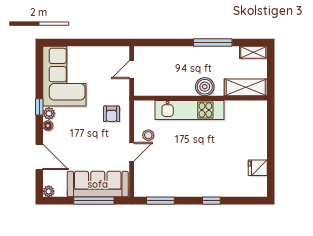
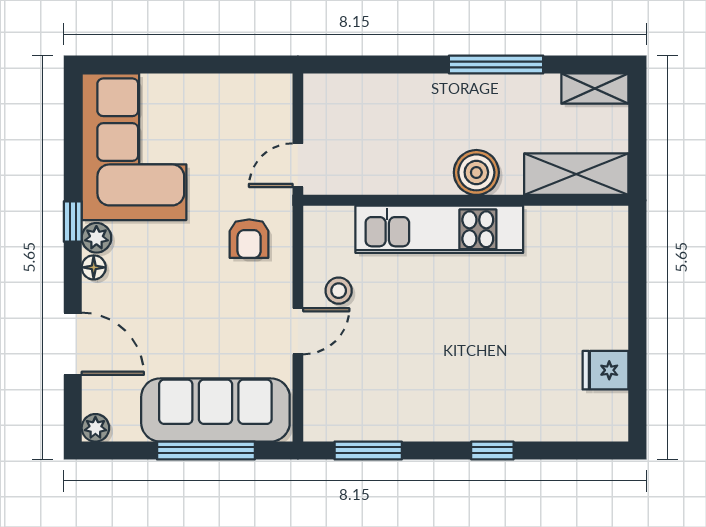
door: (132, 70) -> (298, 165), moved

